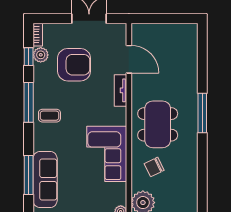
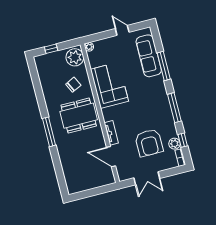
armchair: (74, 65) -> (149, 143), turned -90
coffee table: (49, 116) -> (157, 102), removed
dining table: (158, 124) -> (79, 116), turned 90
window: (29, 175) -> (164, 66), moved

